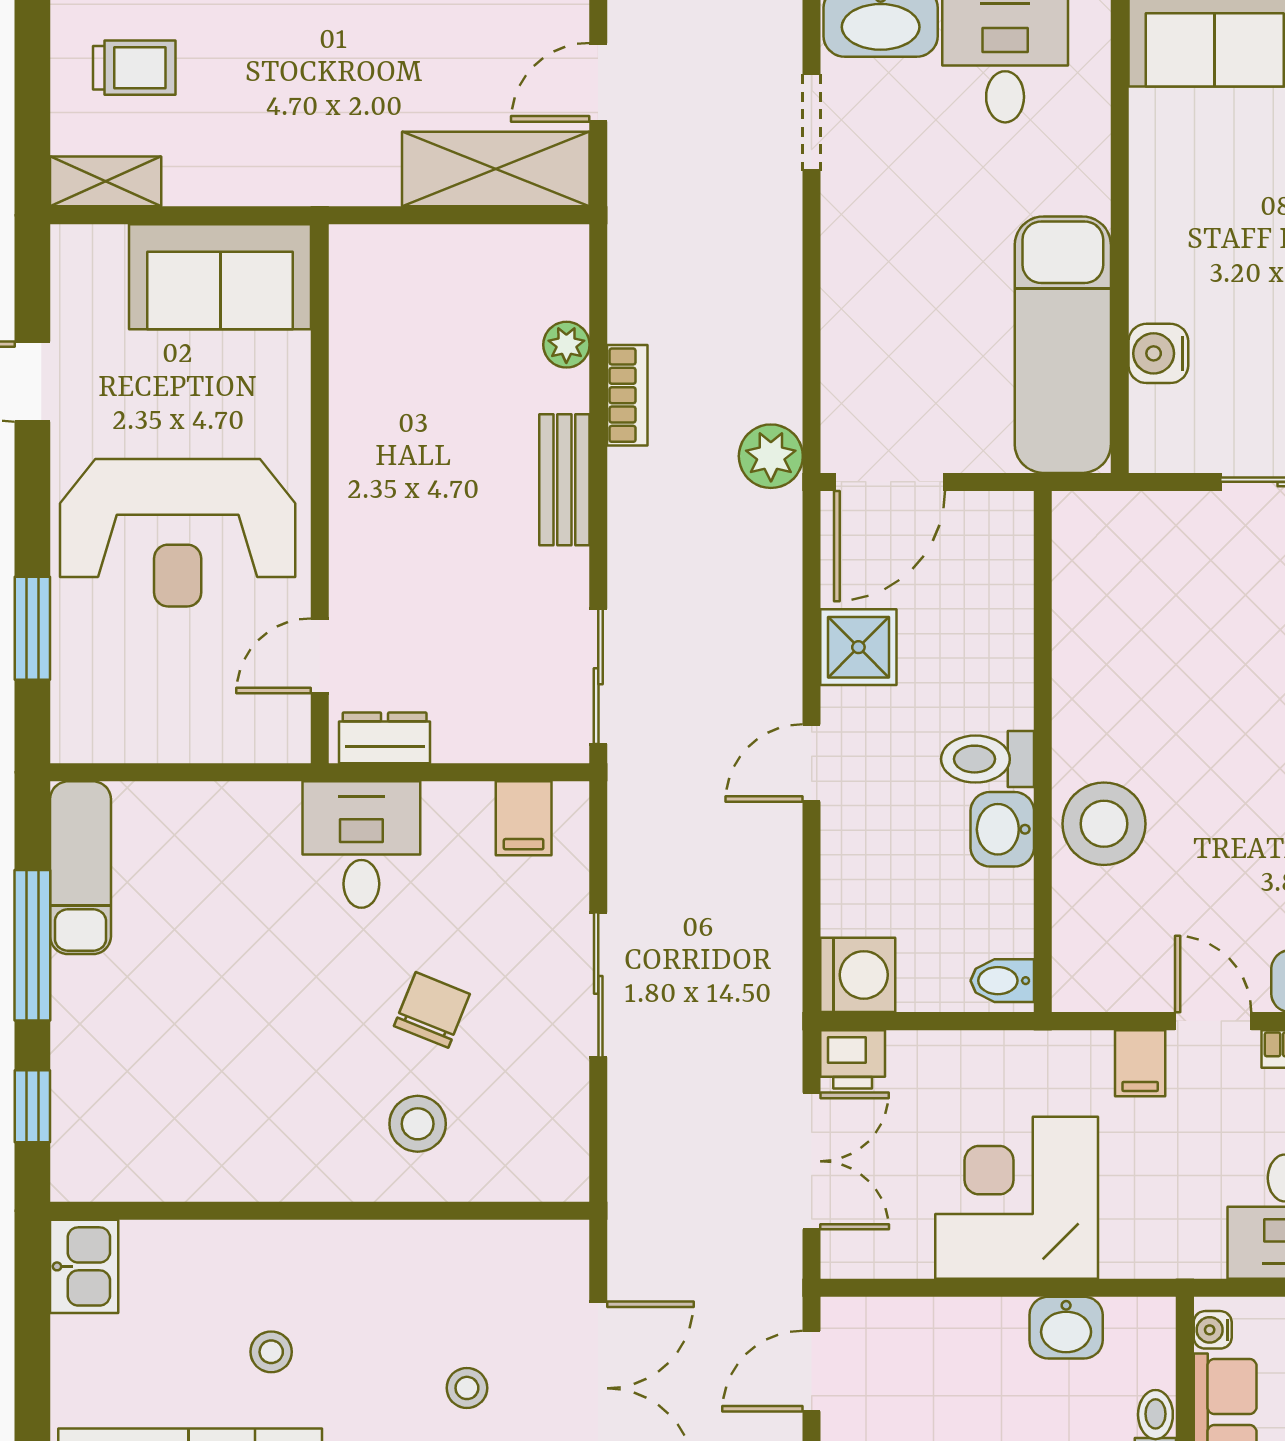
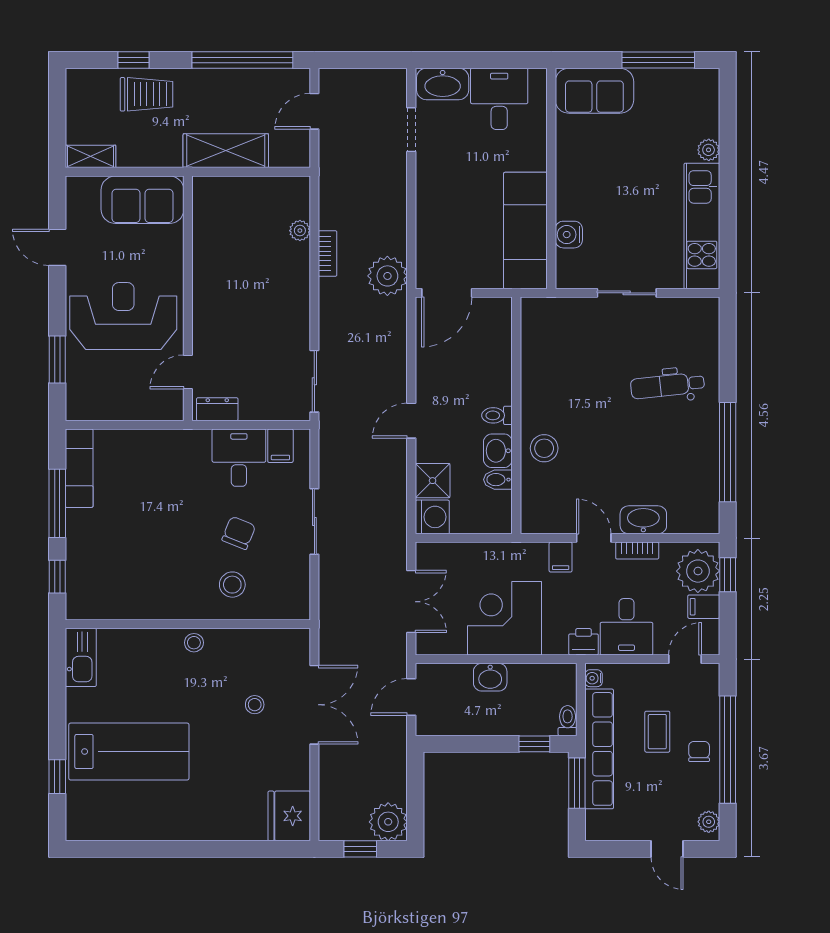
trolley: (134, 68) -> (146, 94), moved, width x1.36, depth x1.39
shelving: (496, 169) -> (226, 151), moved
plant: (771, 456) -> (387, 276), width x1.36, depth x1.36
bench: (564, 480) -> (299, 292), removed
reception desk: (178, 533) -> (123, 316), turned 180
shower: (858, 647) -> (433, 481), moved
toilet: (987, 759) -> (497, 415), width x0.73, depth x0.72
stool: (1104, 824) -> (544, 448), width x0.73, depth x0.73
desk: (361, 845) -> (239, 458), moved
bidet: (1002, 981) -> (498, 480), moved
printer: (853, 1059) -> (583, 642), moved, turned 180
kitchen sink: (84, 1266) -> (81, 657), width x1.38
washbasin: (1066, 1328) -> (490, 677), moved
stool: (271, 1352) -> (194, 643), moved

